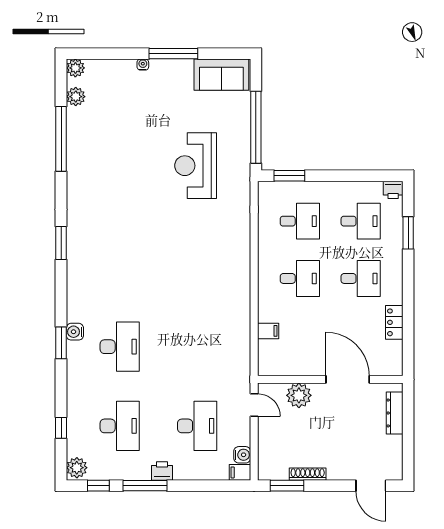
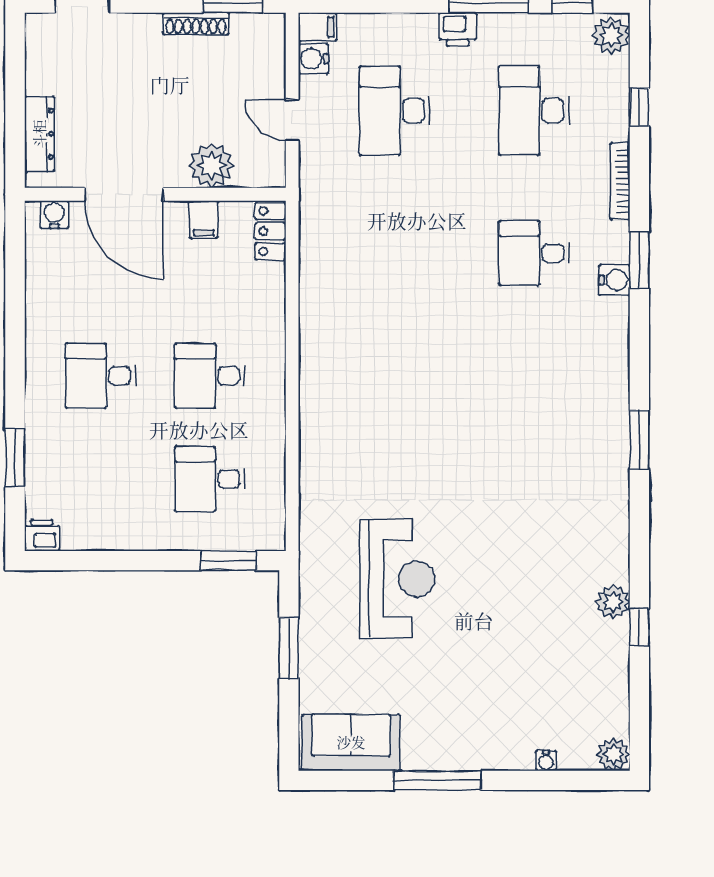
water cooler: (143, 65) -> (546, 761), moved
plant: (76, 97) -> (613, 602), moved
window: (256, 127) -> (289, 648), width x0.47
window: (61, 139) -> (639, 627), width x0.32
desk: (361, 221) -> (100, 479), removed
locker: (394, 322) -> (270, 231), moved, turned 180
filing cabinet: (268, 331) -> (204, 220), moved, turned -90
desk: (120, 347) -> (534, 253), width x0.73
water cooler: (386, 368) -> (54, 215), added
bookcase: (72, 387) -> (620, 181), added
door: (254, 405) -> (292, 120), moved

